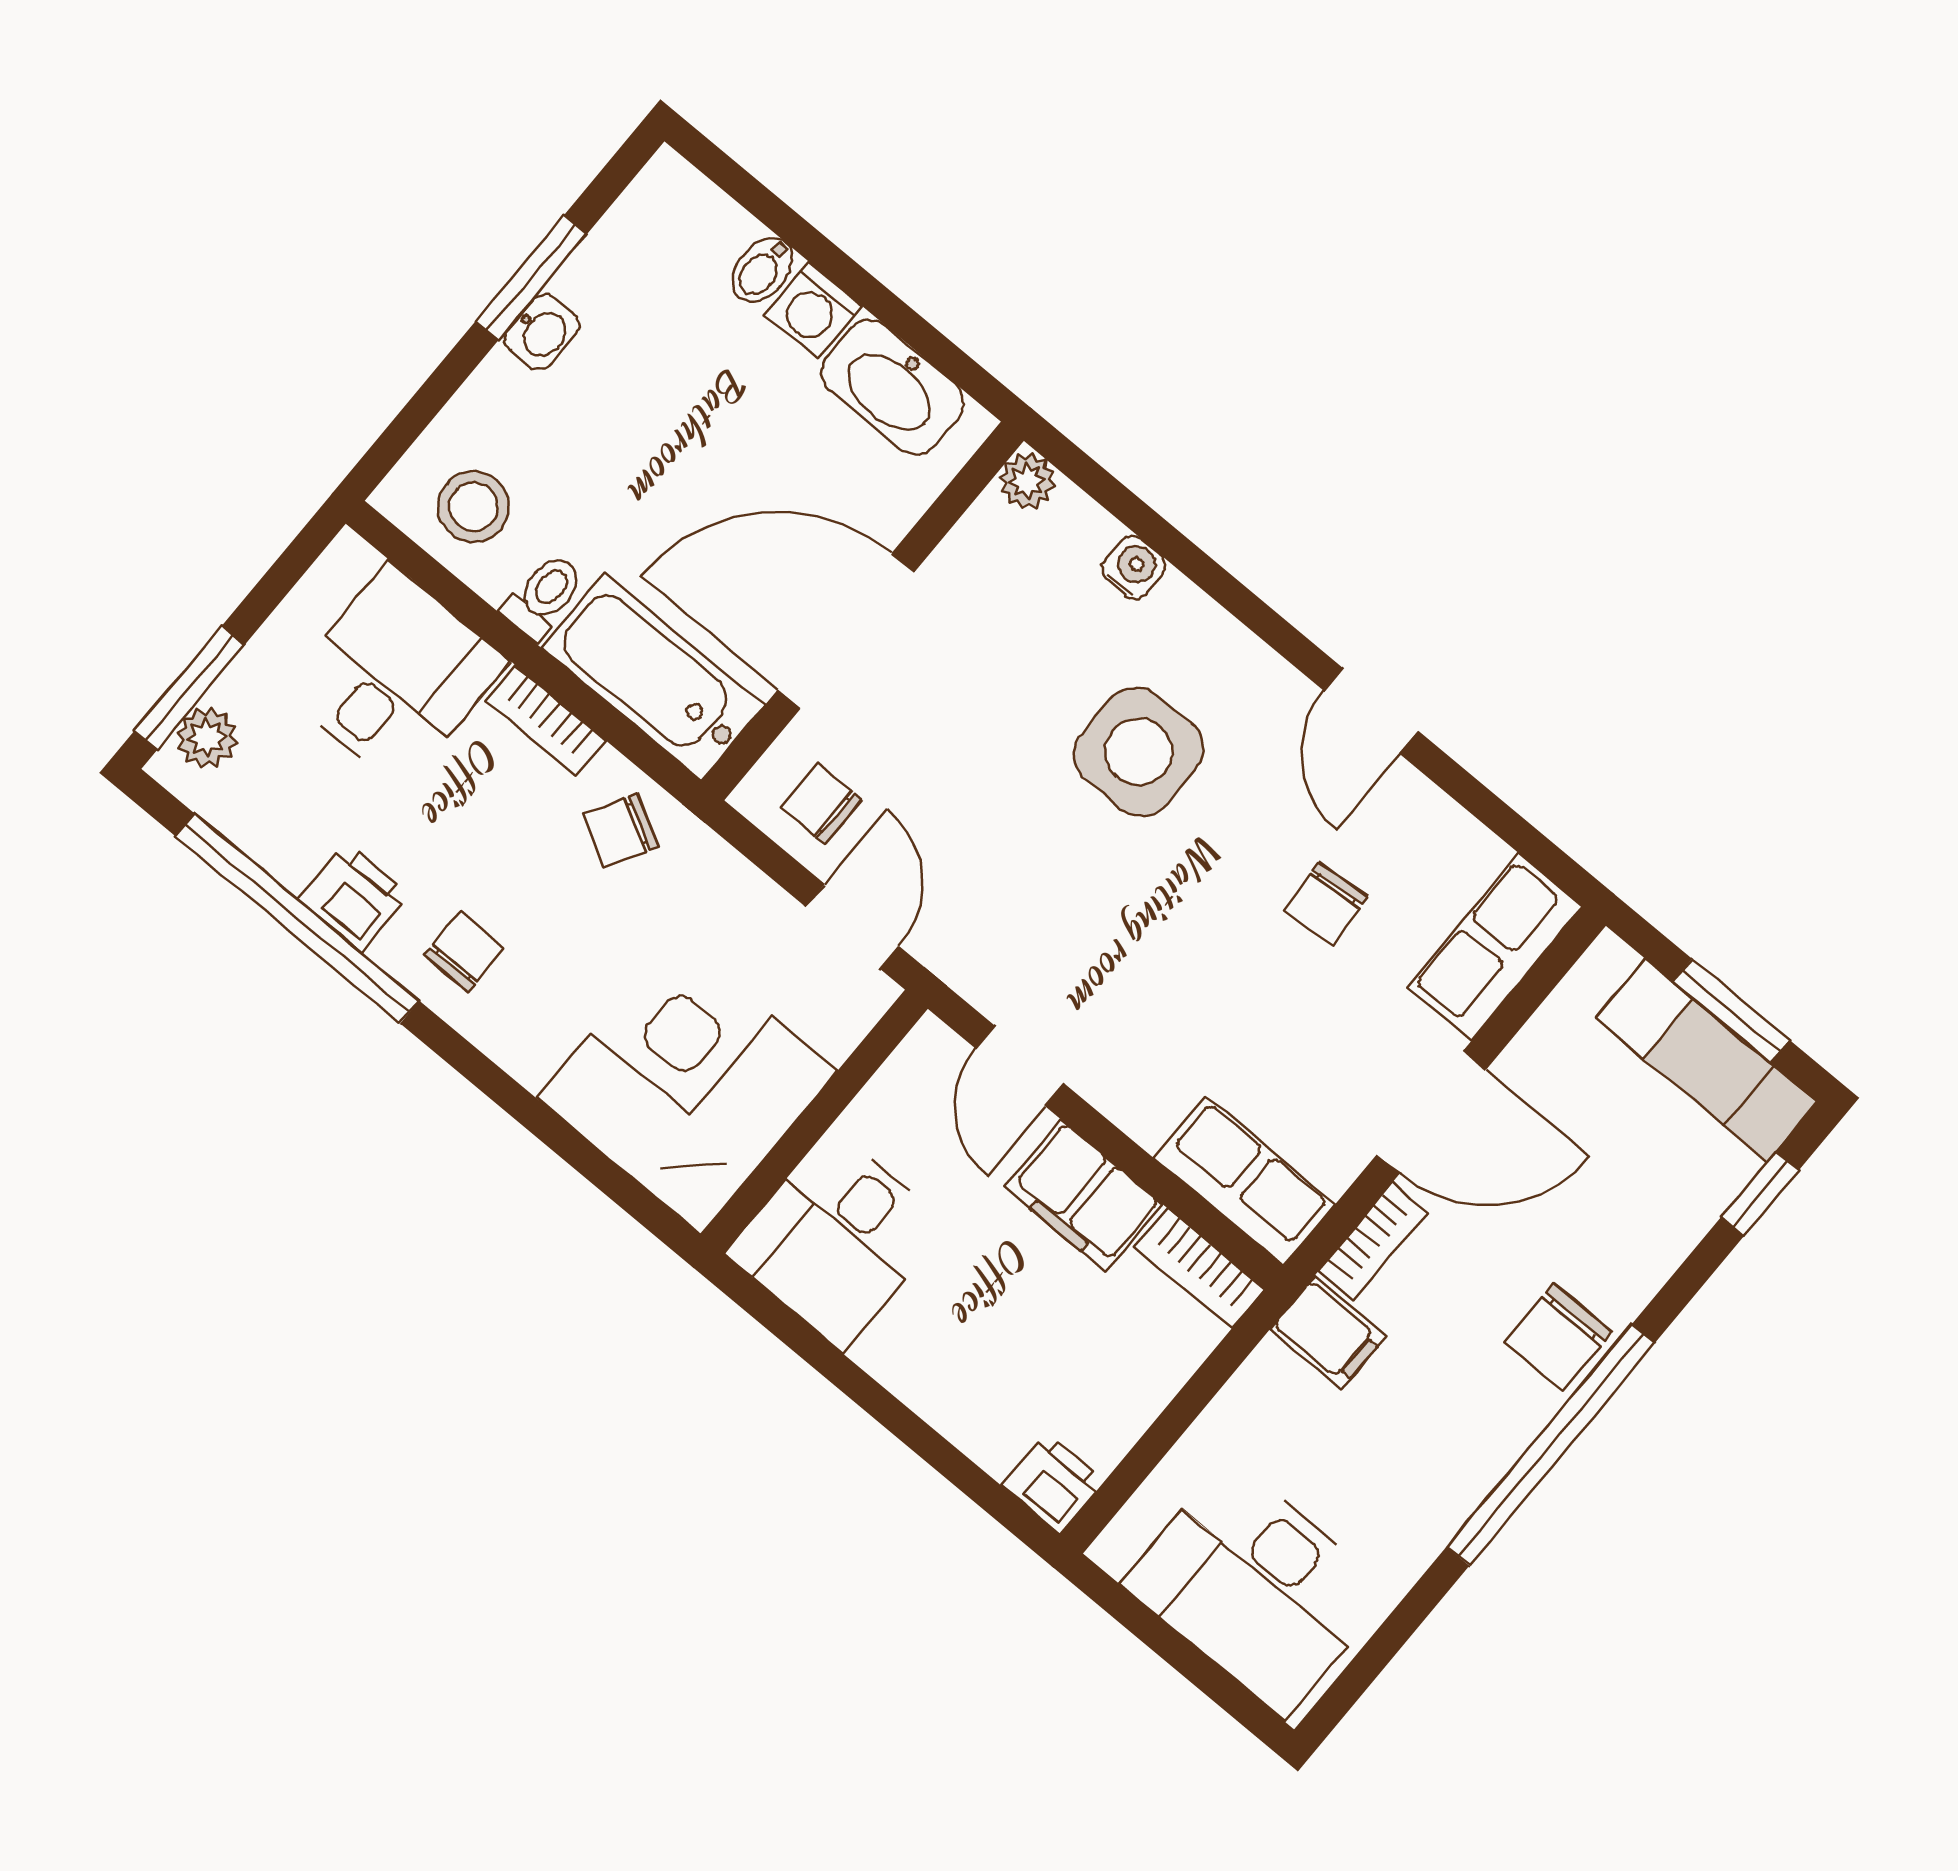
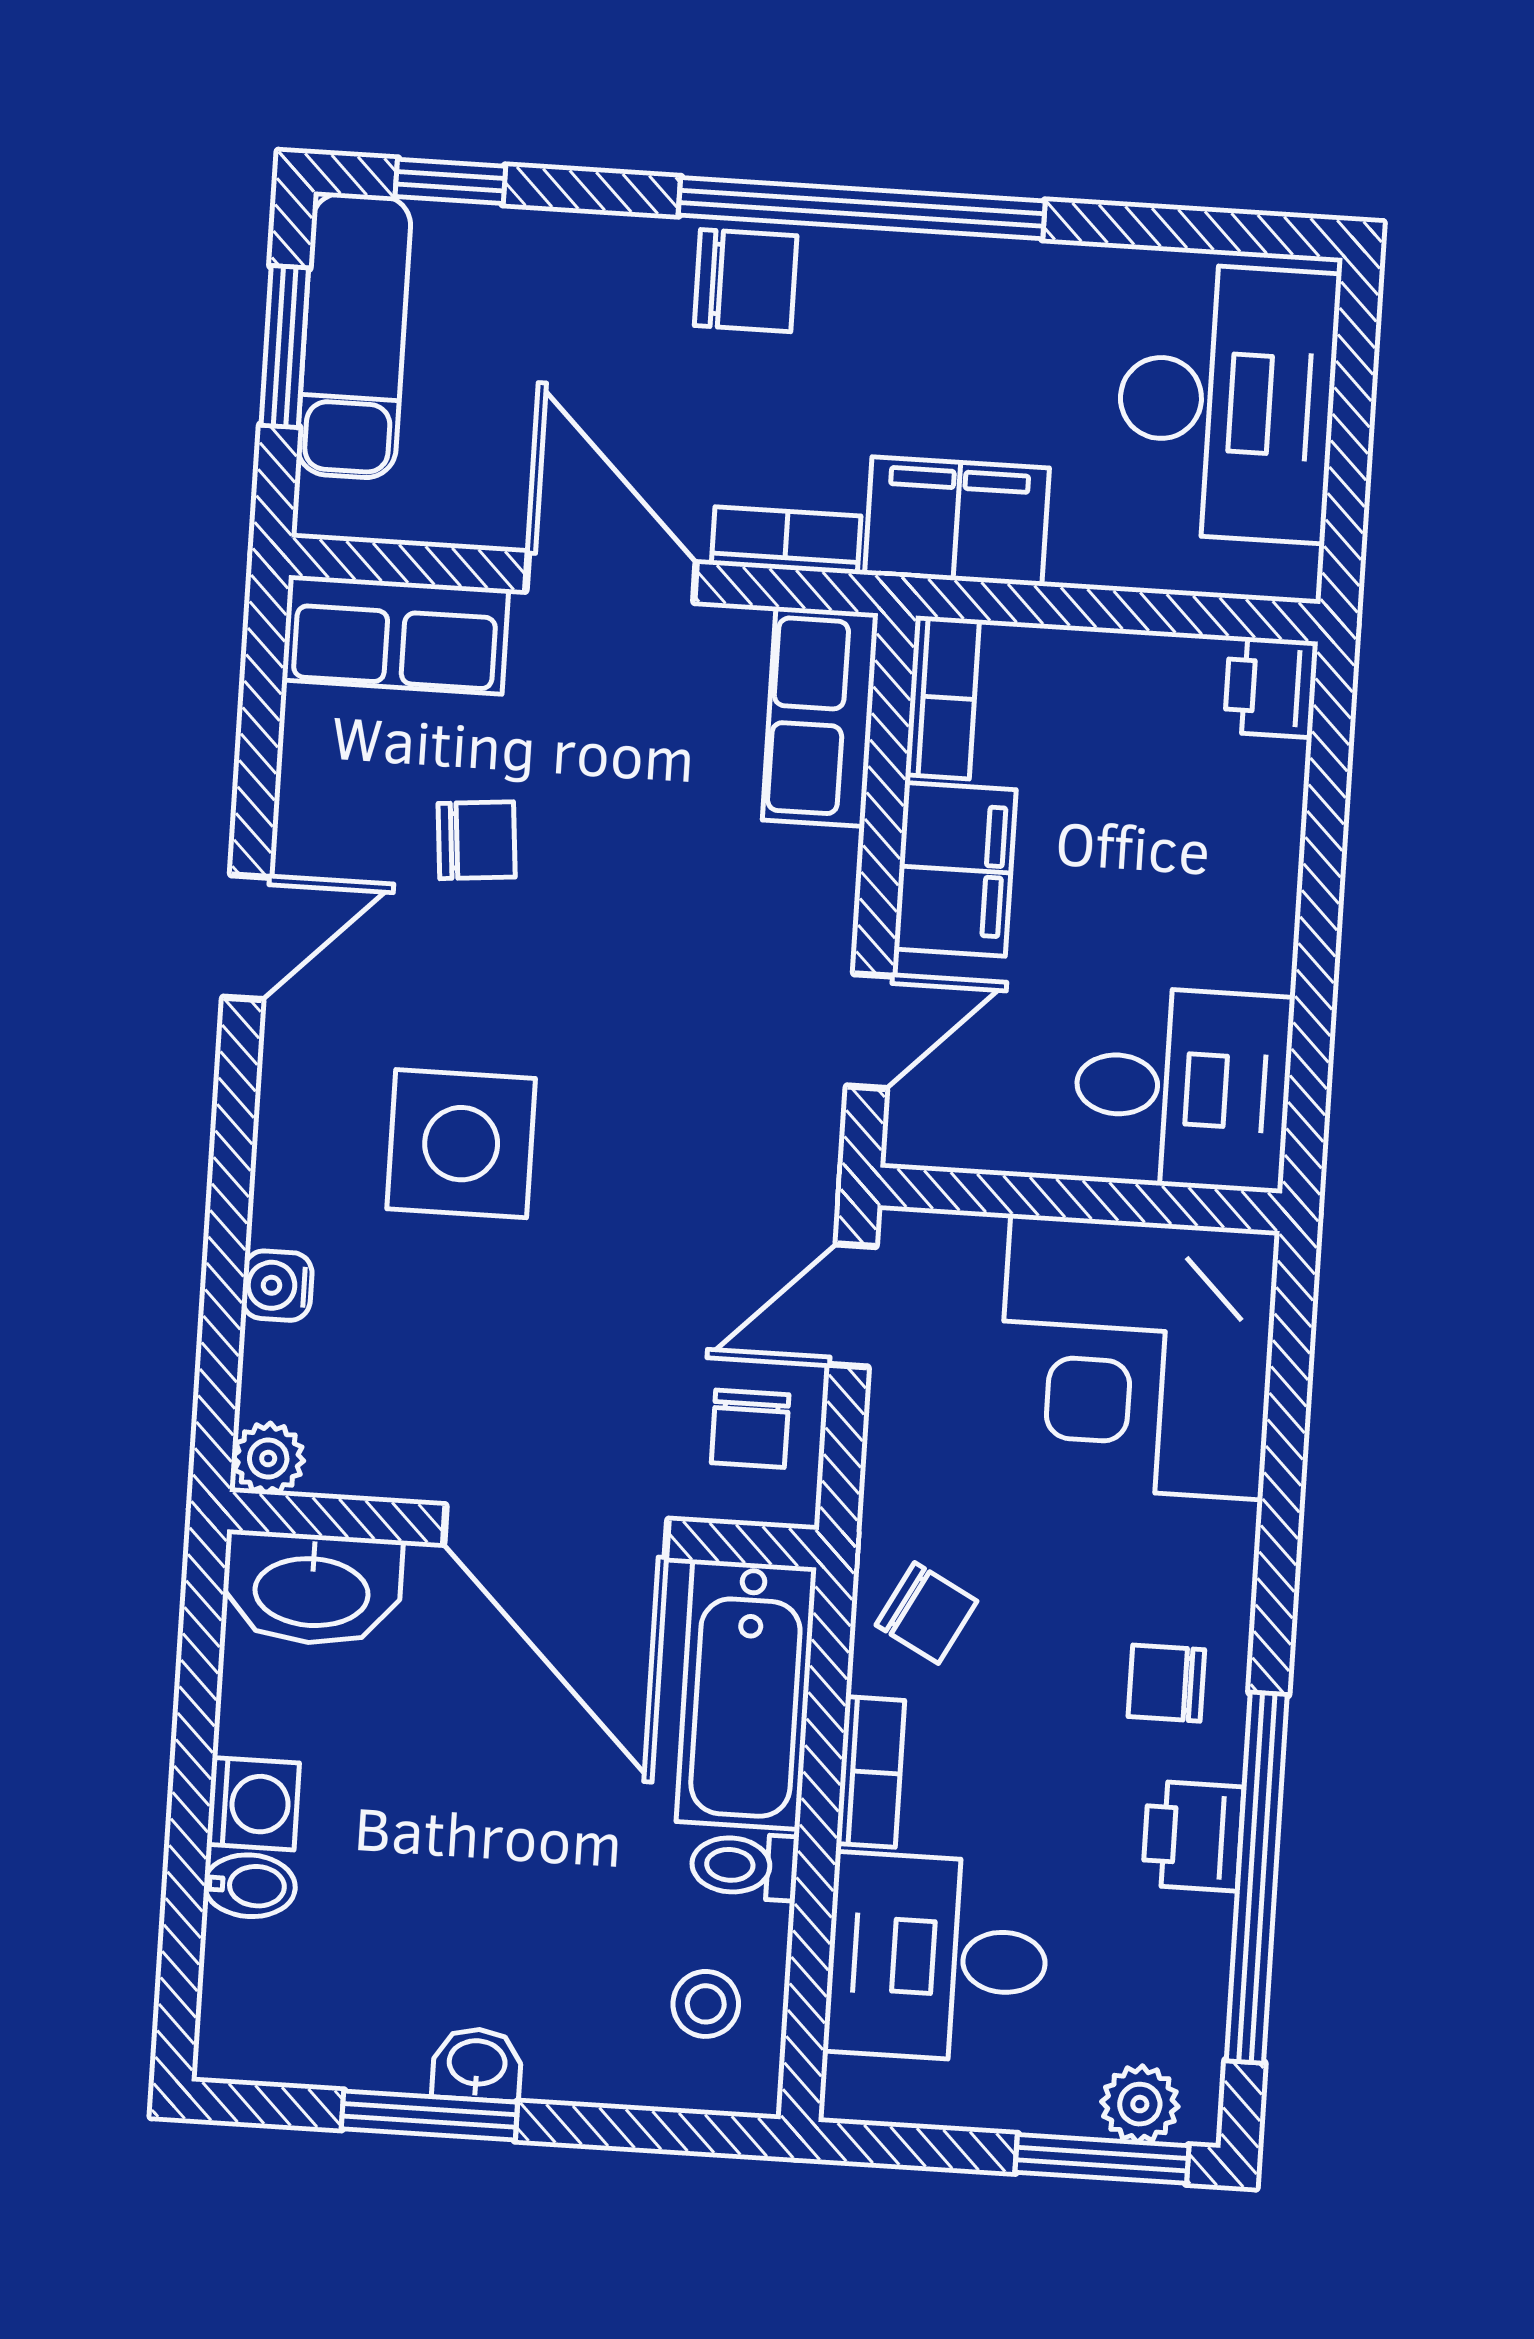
washbasin: (893, 387) -> (312, 1589), moved, turned 90
stool: (474, 507) -> (706, 2004), width x0.73, depth x0.73
filing cabinet: (1328, 1333) -> (957, 521), width x2.00

